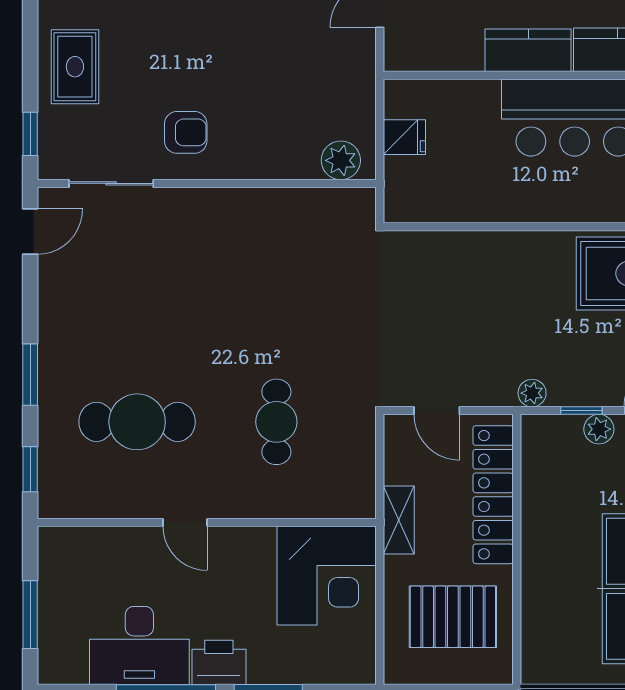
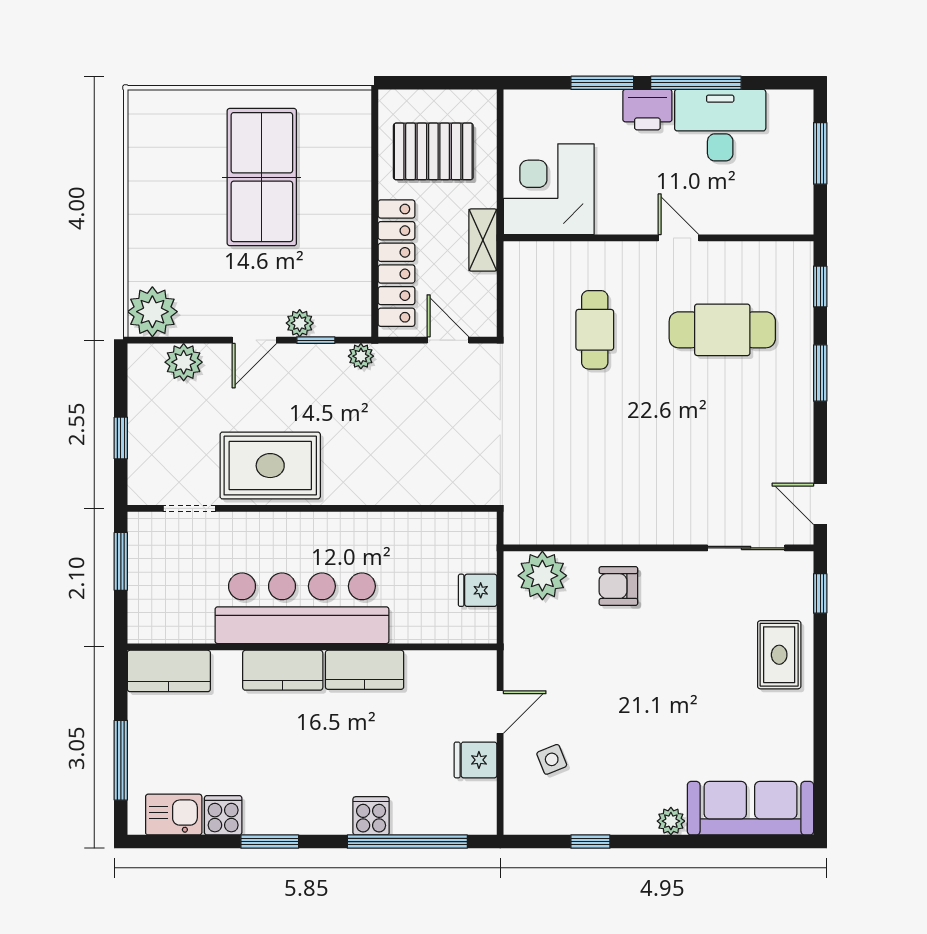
armchair: (186, 132) -> (618, 586), moved
plant: (341, 160) -> (542, 576), width x1.36, depth x1.36
door: (30, 232) -> (820, 504), hinge flipped

